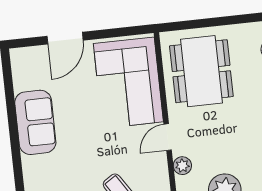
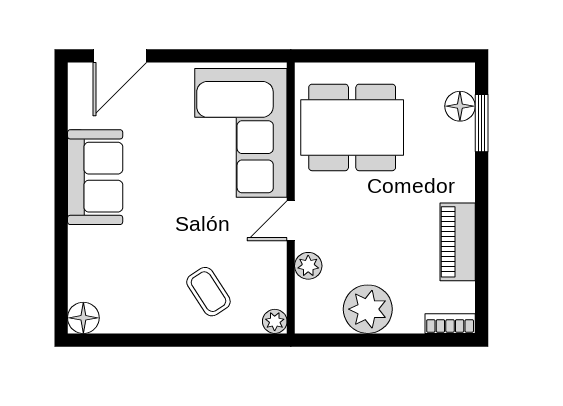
door: (65, 38) -> (120, 56), moved
dining table: (201, 71) -> (352, 127), turned 90

